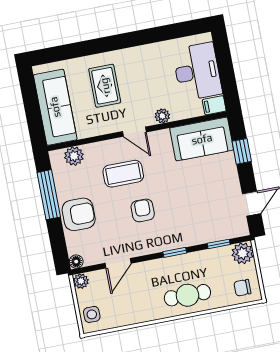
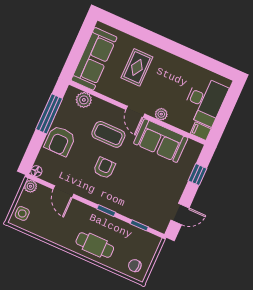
sofa: (202, 139) -> (161, 141), moved
armchair: (79, 214) -> (60, 141), turned 90
plant: (243, 253) -> (151, 243), removed
door: (118, 263) -> (63, 192), hinge flipped

